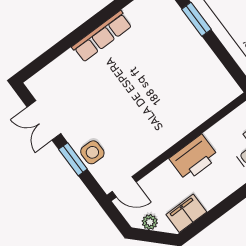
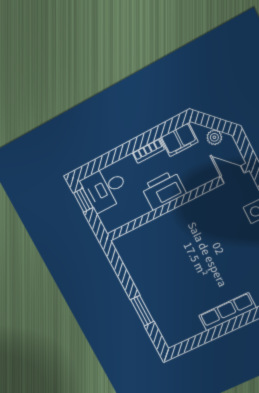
bookcase: (217, 196) -> (148, 151), added

